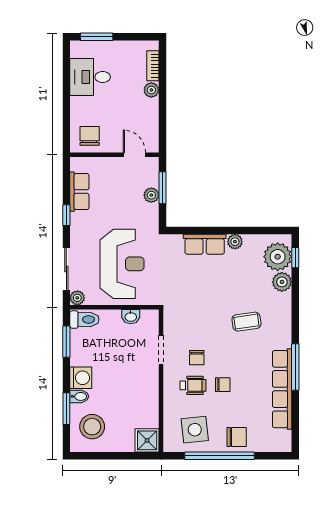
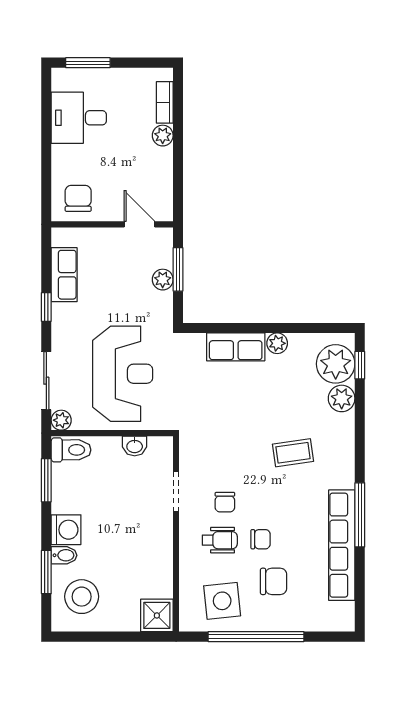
chair: (237, 437) -> (274, 581), moved

